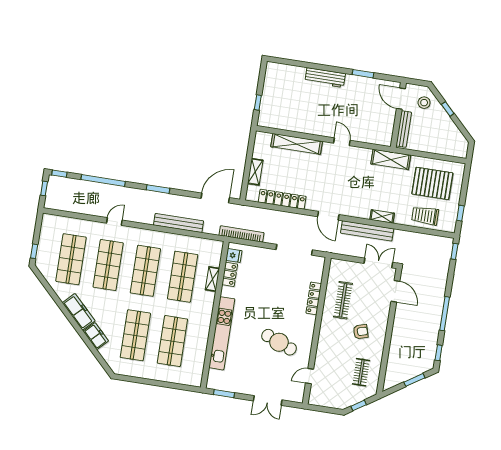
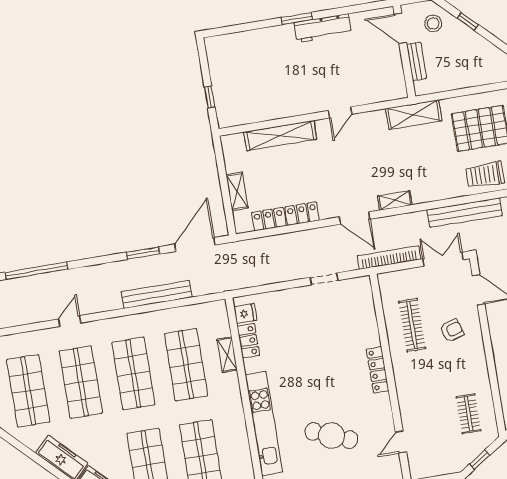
window: (363, 74) -> (297, 19), moved
workbench: (325, 78) -> (323, 28), moved
bench: (404, 129) -> (416, 61), width x0.73
door: (342, 142) -> (340, 112), swing flipped
window: (158, 189) -> (143, 253), moved
shelving: (382, 216) -> (395, 200), moved
bench: (367, 231) -> (465, 213), moved
bookcase: (241, 234) -> (389, 257), moved
doorway: (294, 250) -> (324, 279), width x0.53
locker: (314, 298) -> (378, 370), moved
armchair: (361, 332) -> (452, 330), moved
cafe table: (279, 342) -> (331, 436), moved

